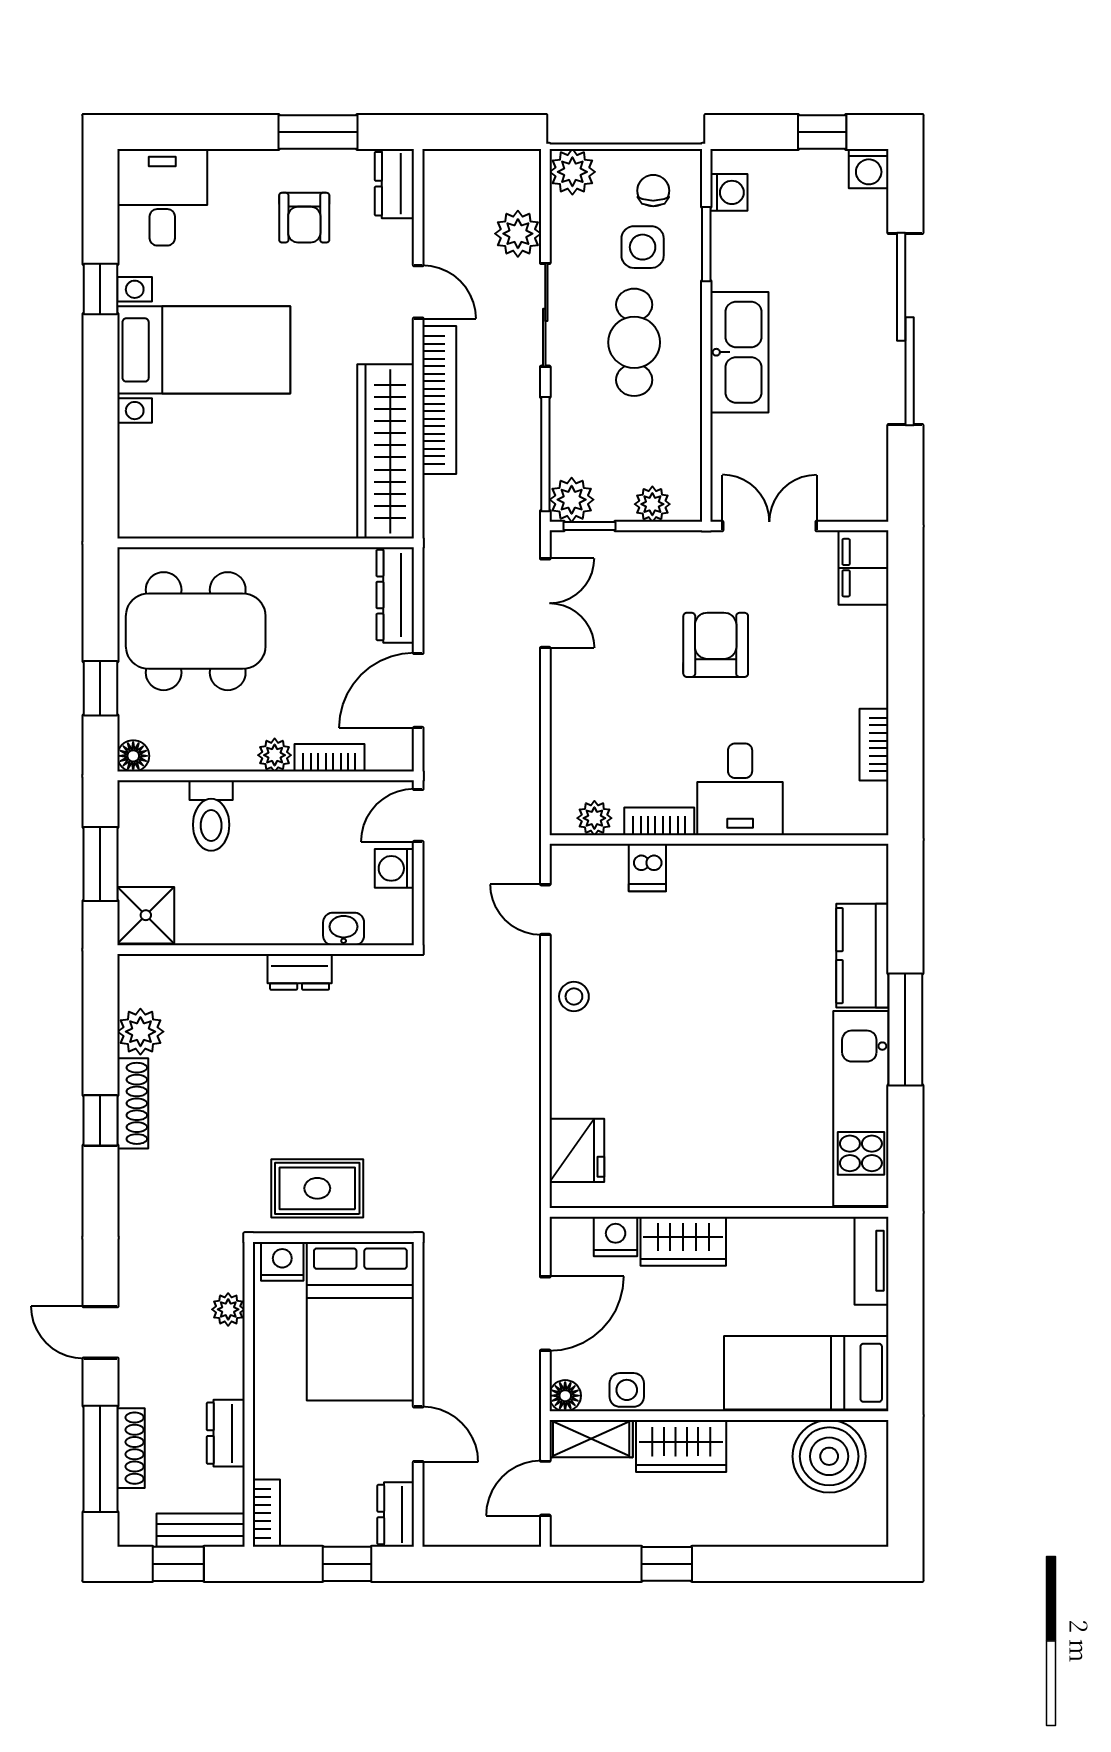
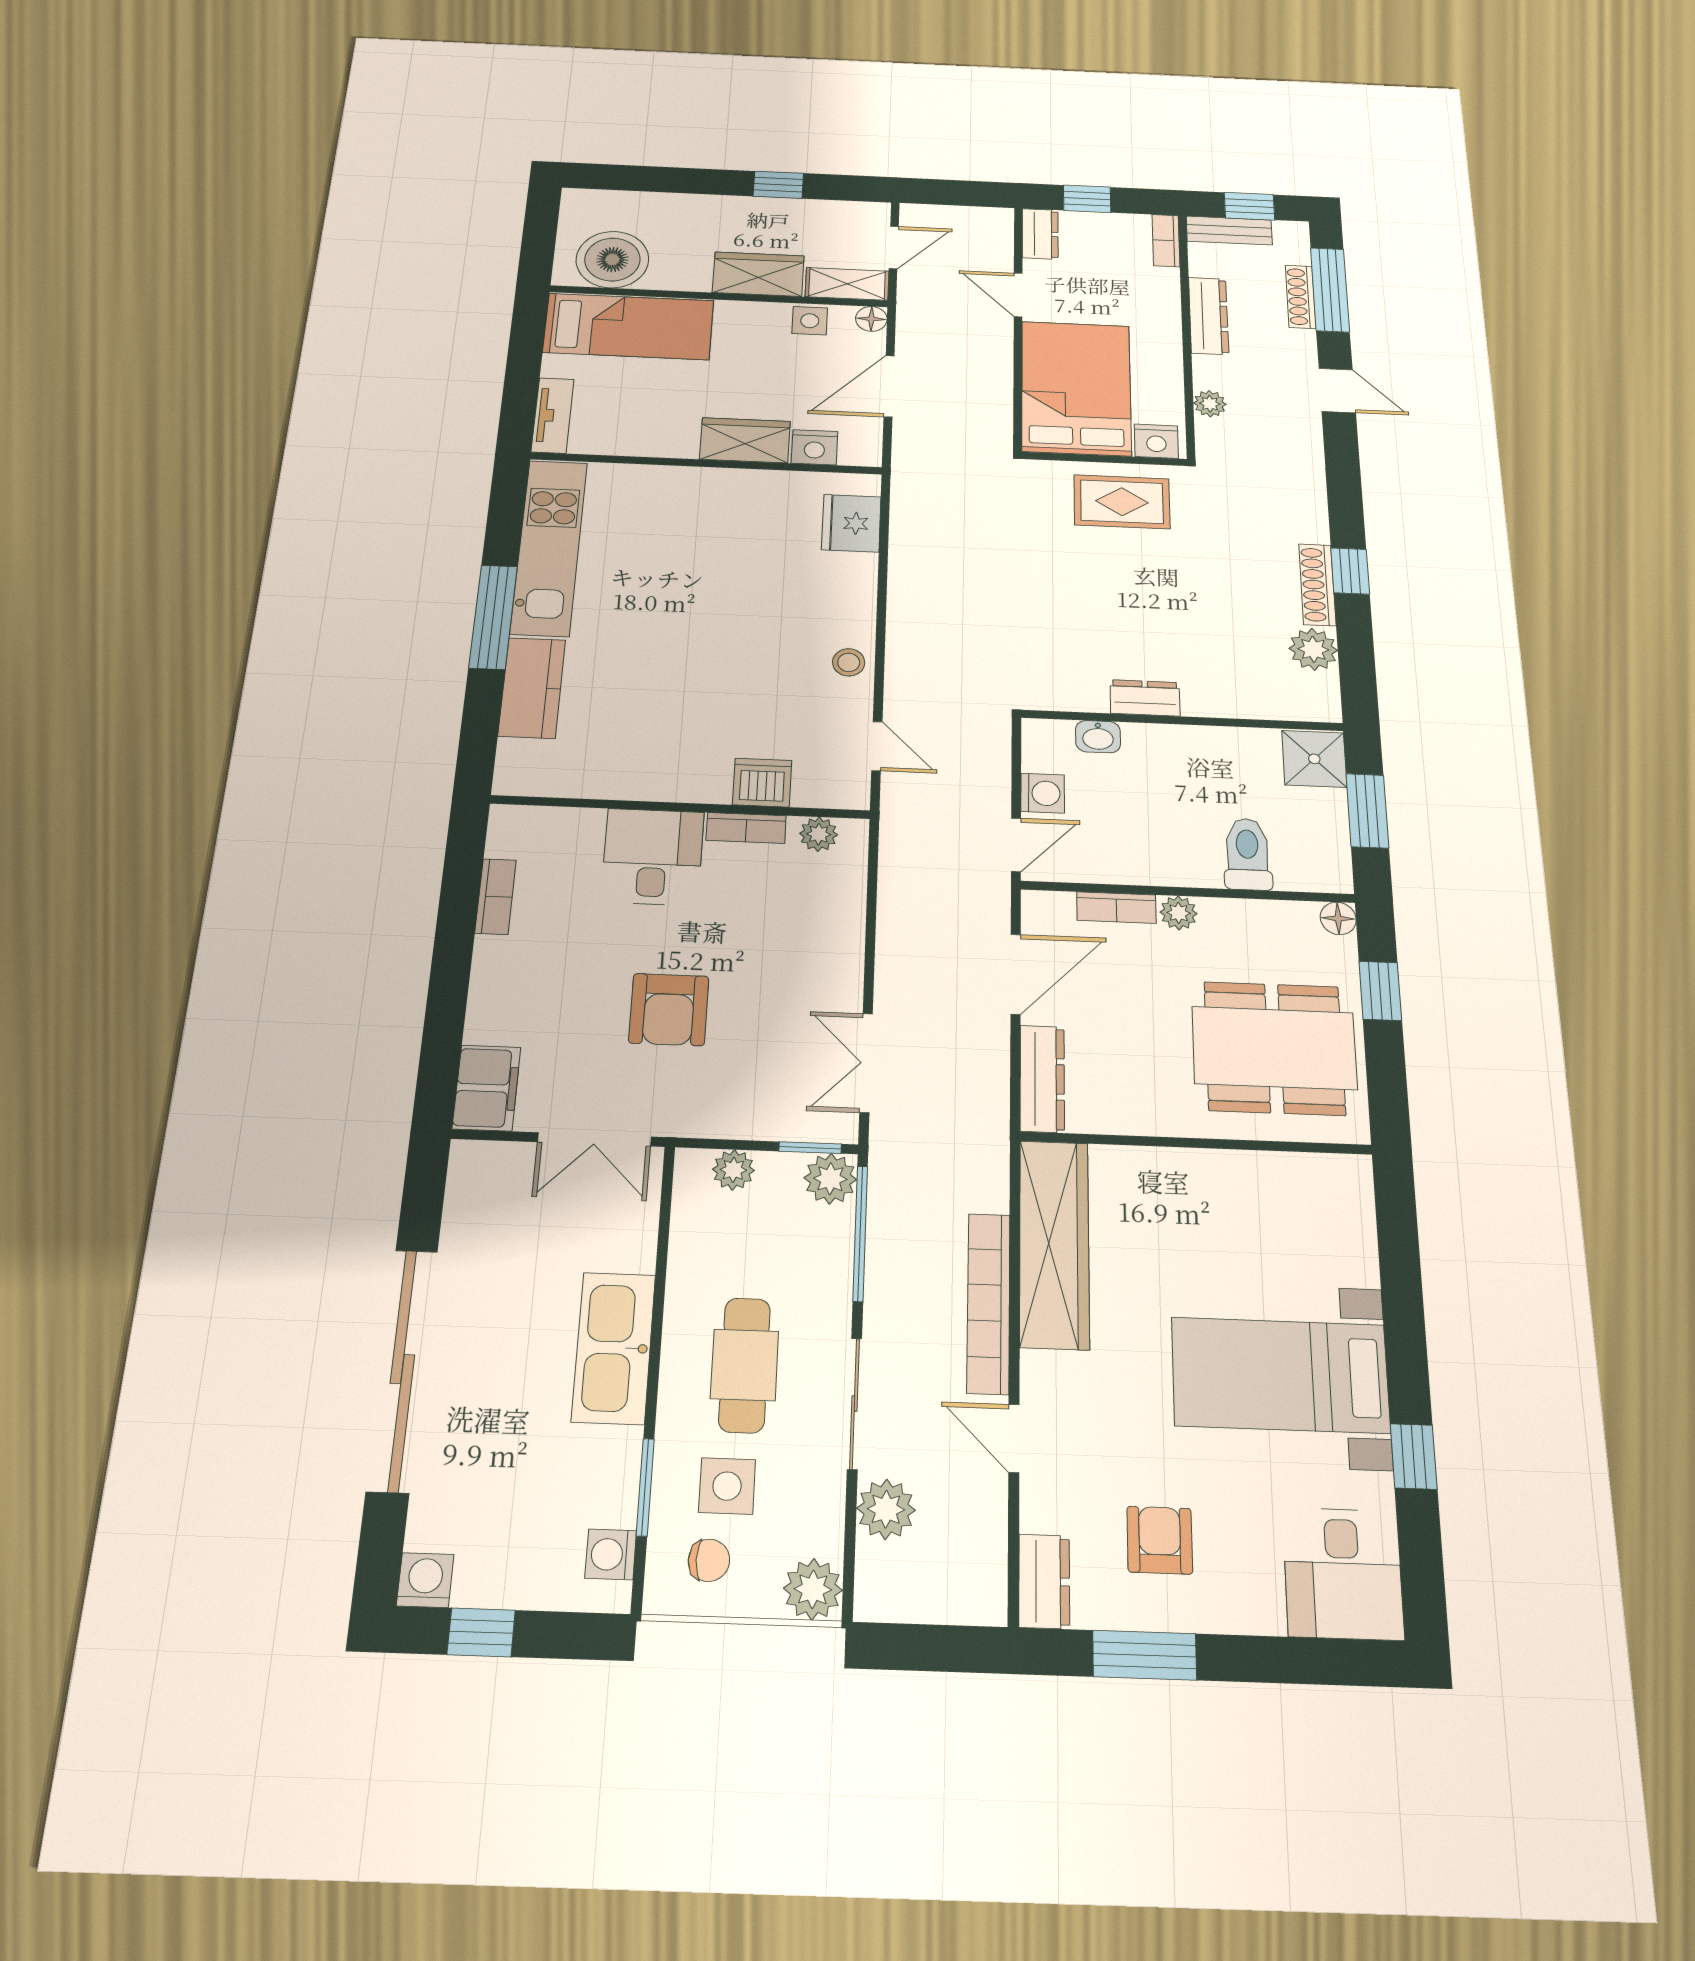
chair: (653, 191) -> (709, 1560), turned -90
dishwasher: (647, 868) -> (762, 783), width x1.38
dresser: (226, 1433) -> (1209, 316), width x1.44

